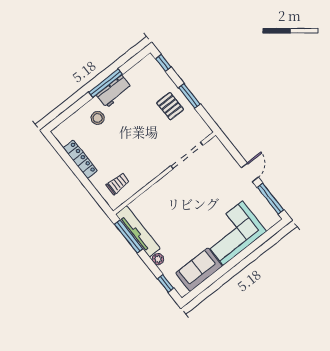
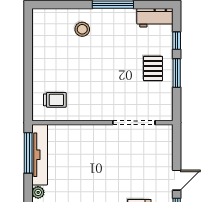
window: (163, 63) -> (177, 41), moved
workbench: (114, 92) -> (155, 18), moved
locker: (80, 159) -> (39, 53), removed

